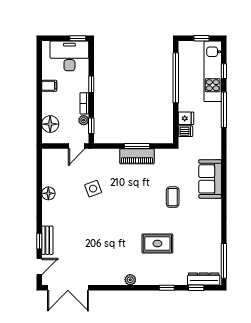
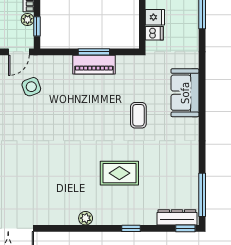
side table: (93, 189) -> (31, 87), moved
window: (196, 288) -> (185, 228), moved

